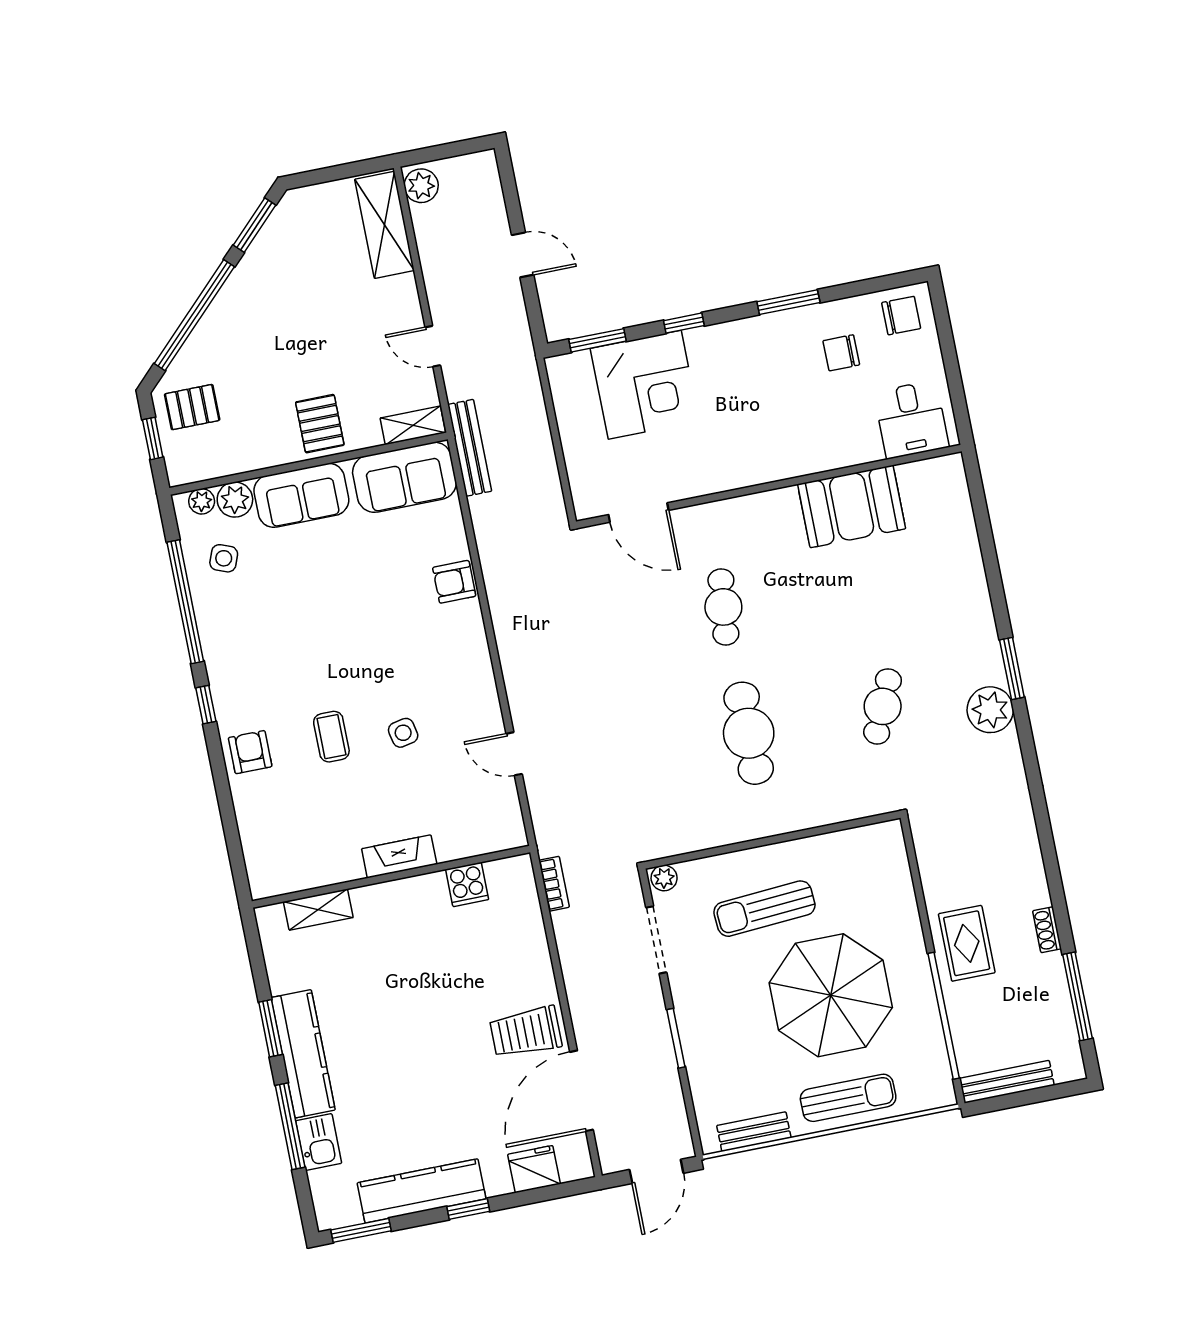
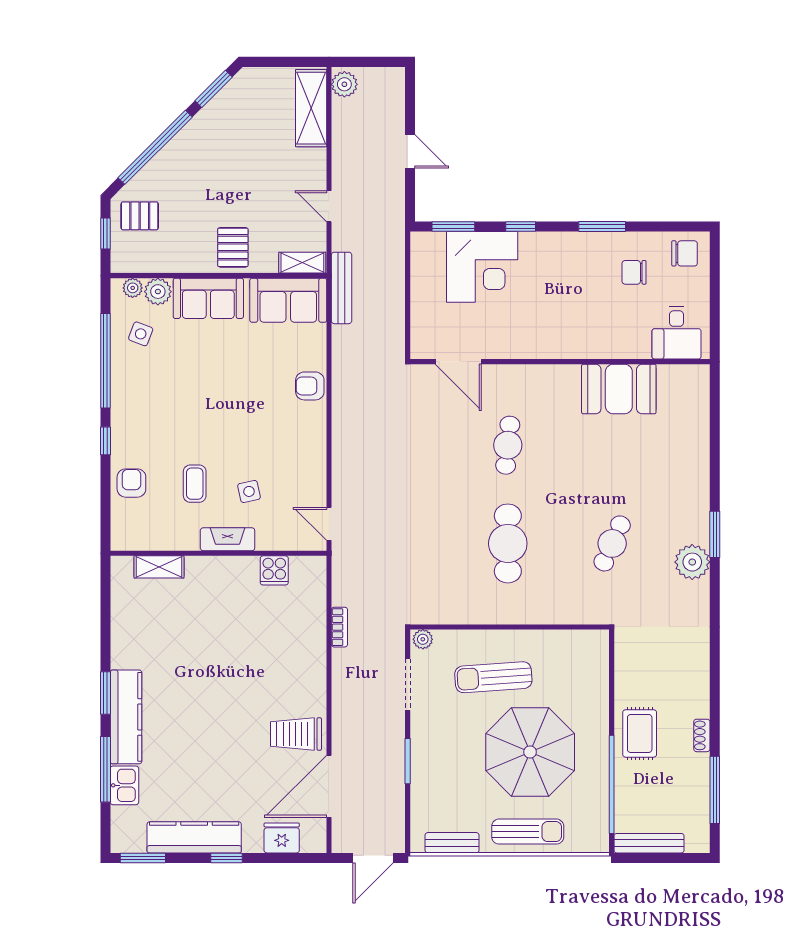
fireplace: (399, 856) -> (228, 539), moved
wall: (391, 877) -> (218, 553), moved
cooker: (467, 884) -> (274, 570), moved
shelving: (318, 910) -> (159, 567), moved

